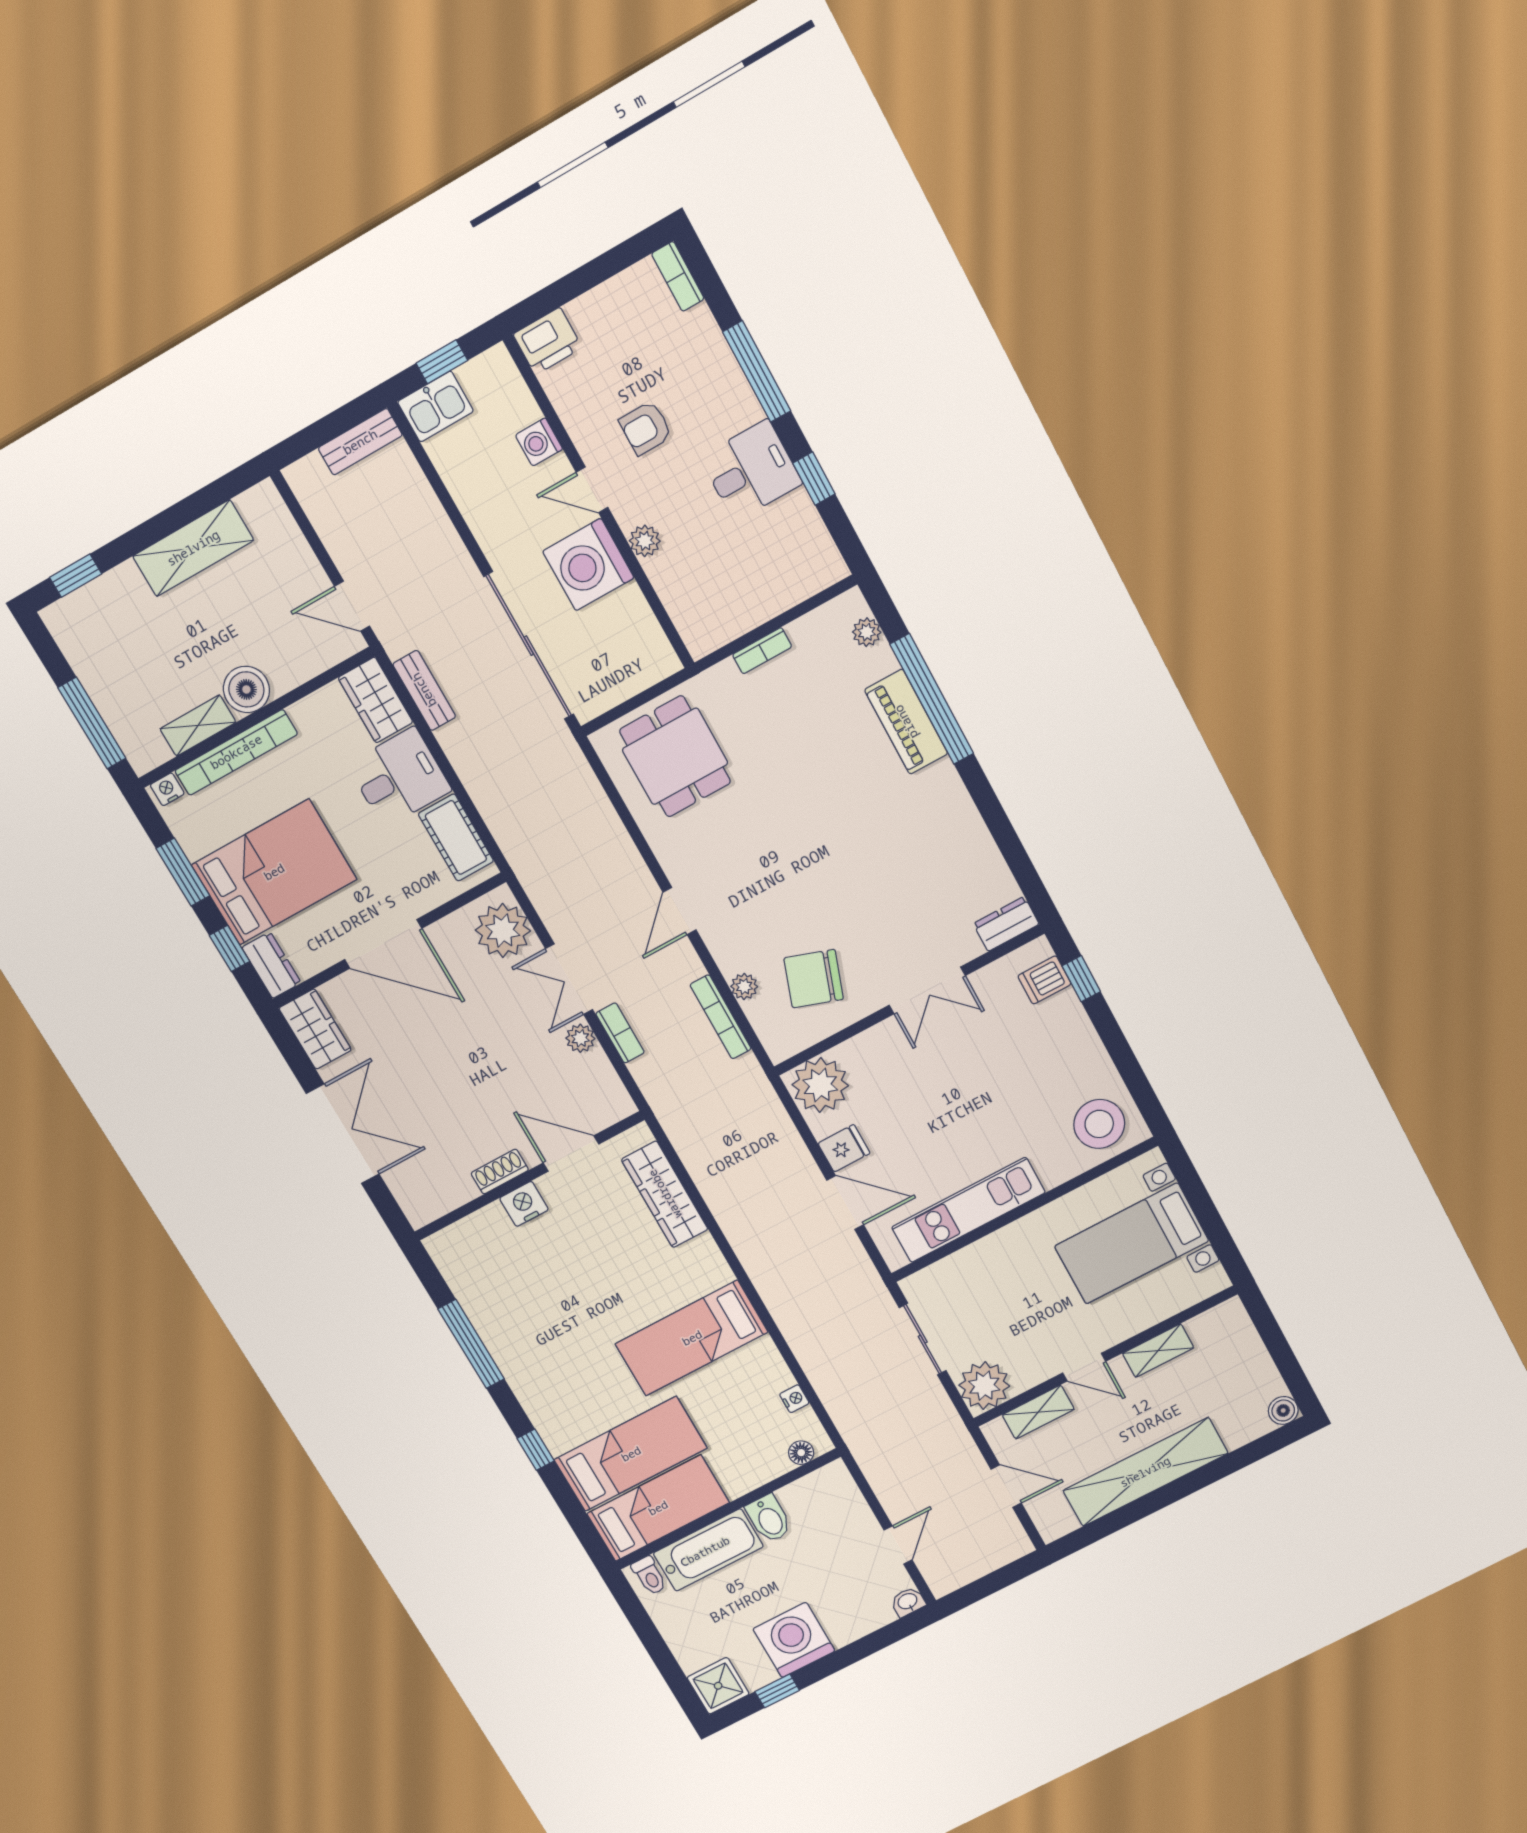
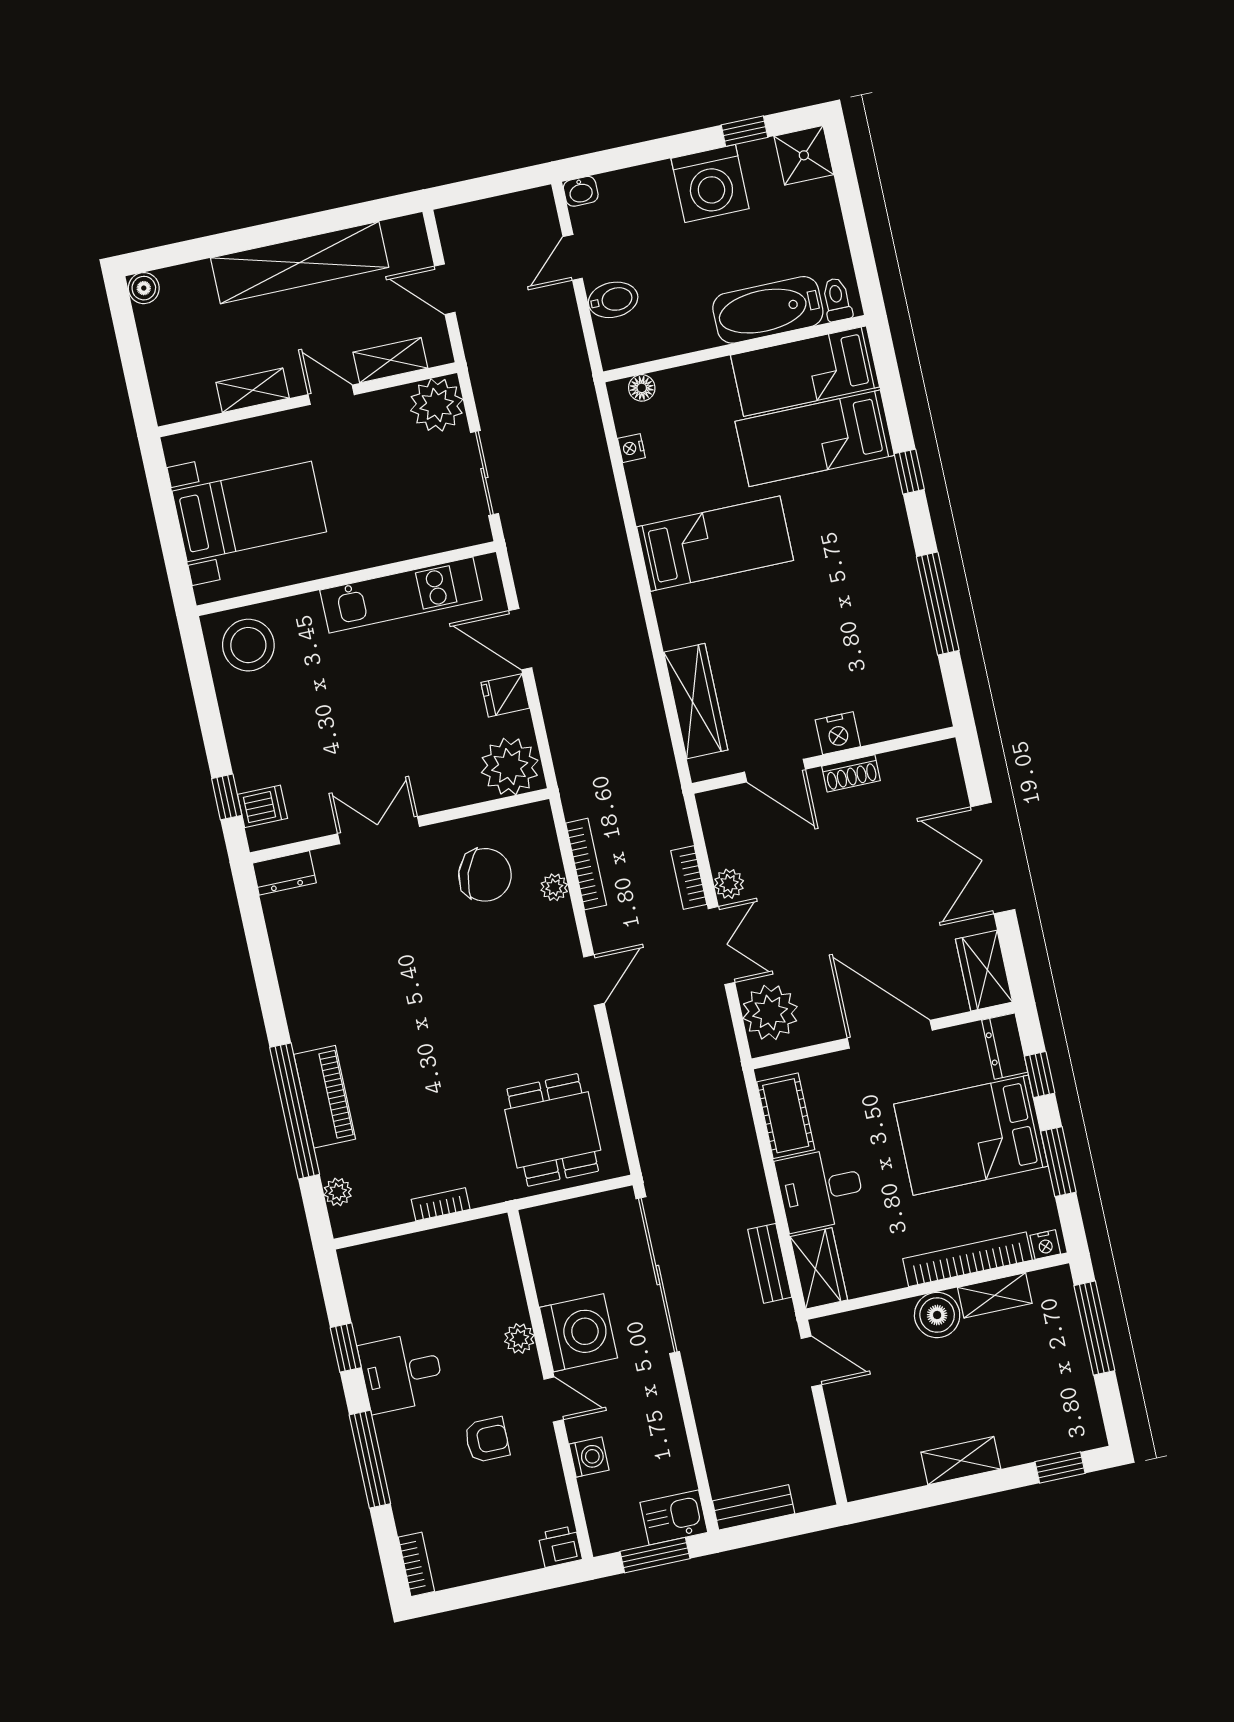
printer: (548, 341) -> (560, 1546), width x0.73, depth x0.81
window: (442, 362) -> (655, 1555), width x1.50
shelving: (193, 548) -> (961, 1461), width x0.67, depth x0.75
bidet: (769, 1519) -> (613, 300), moved, turned 90

